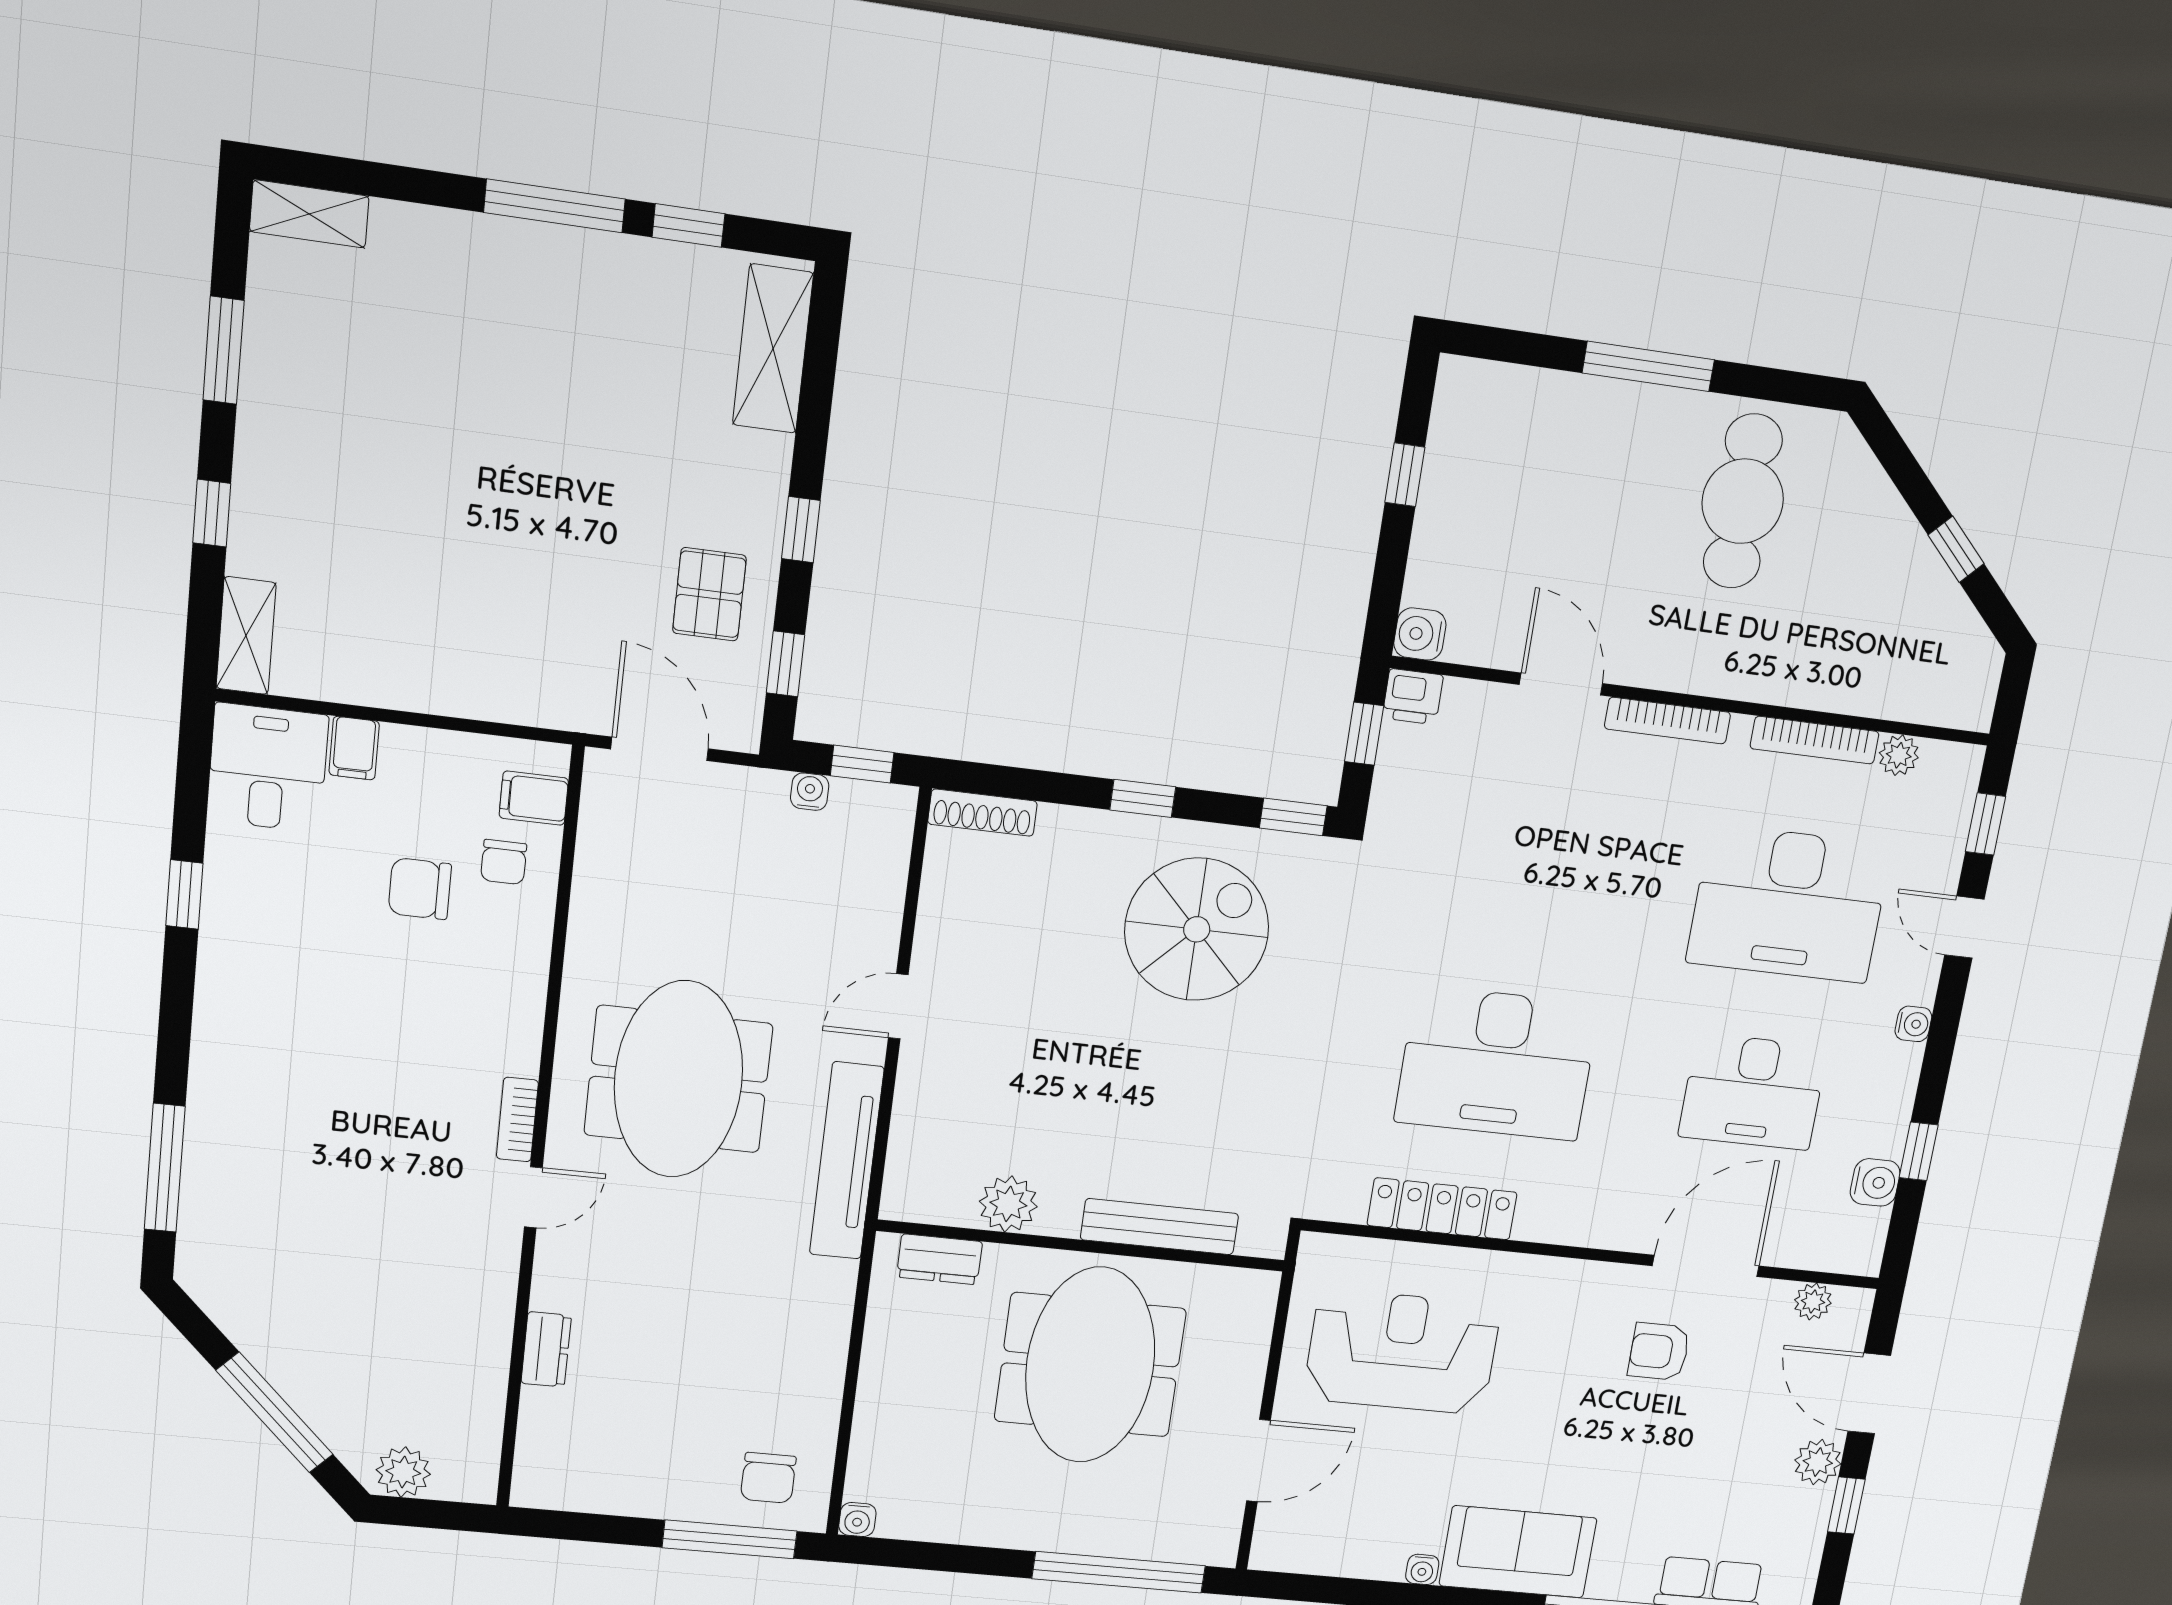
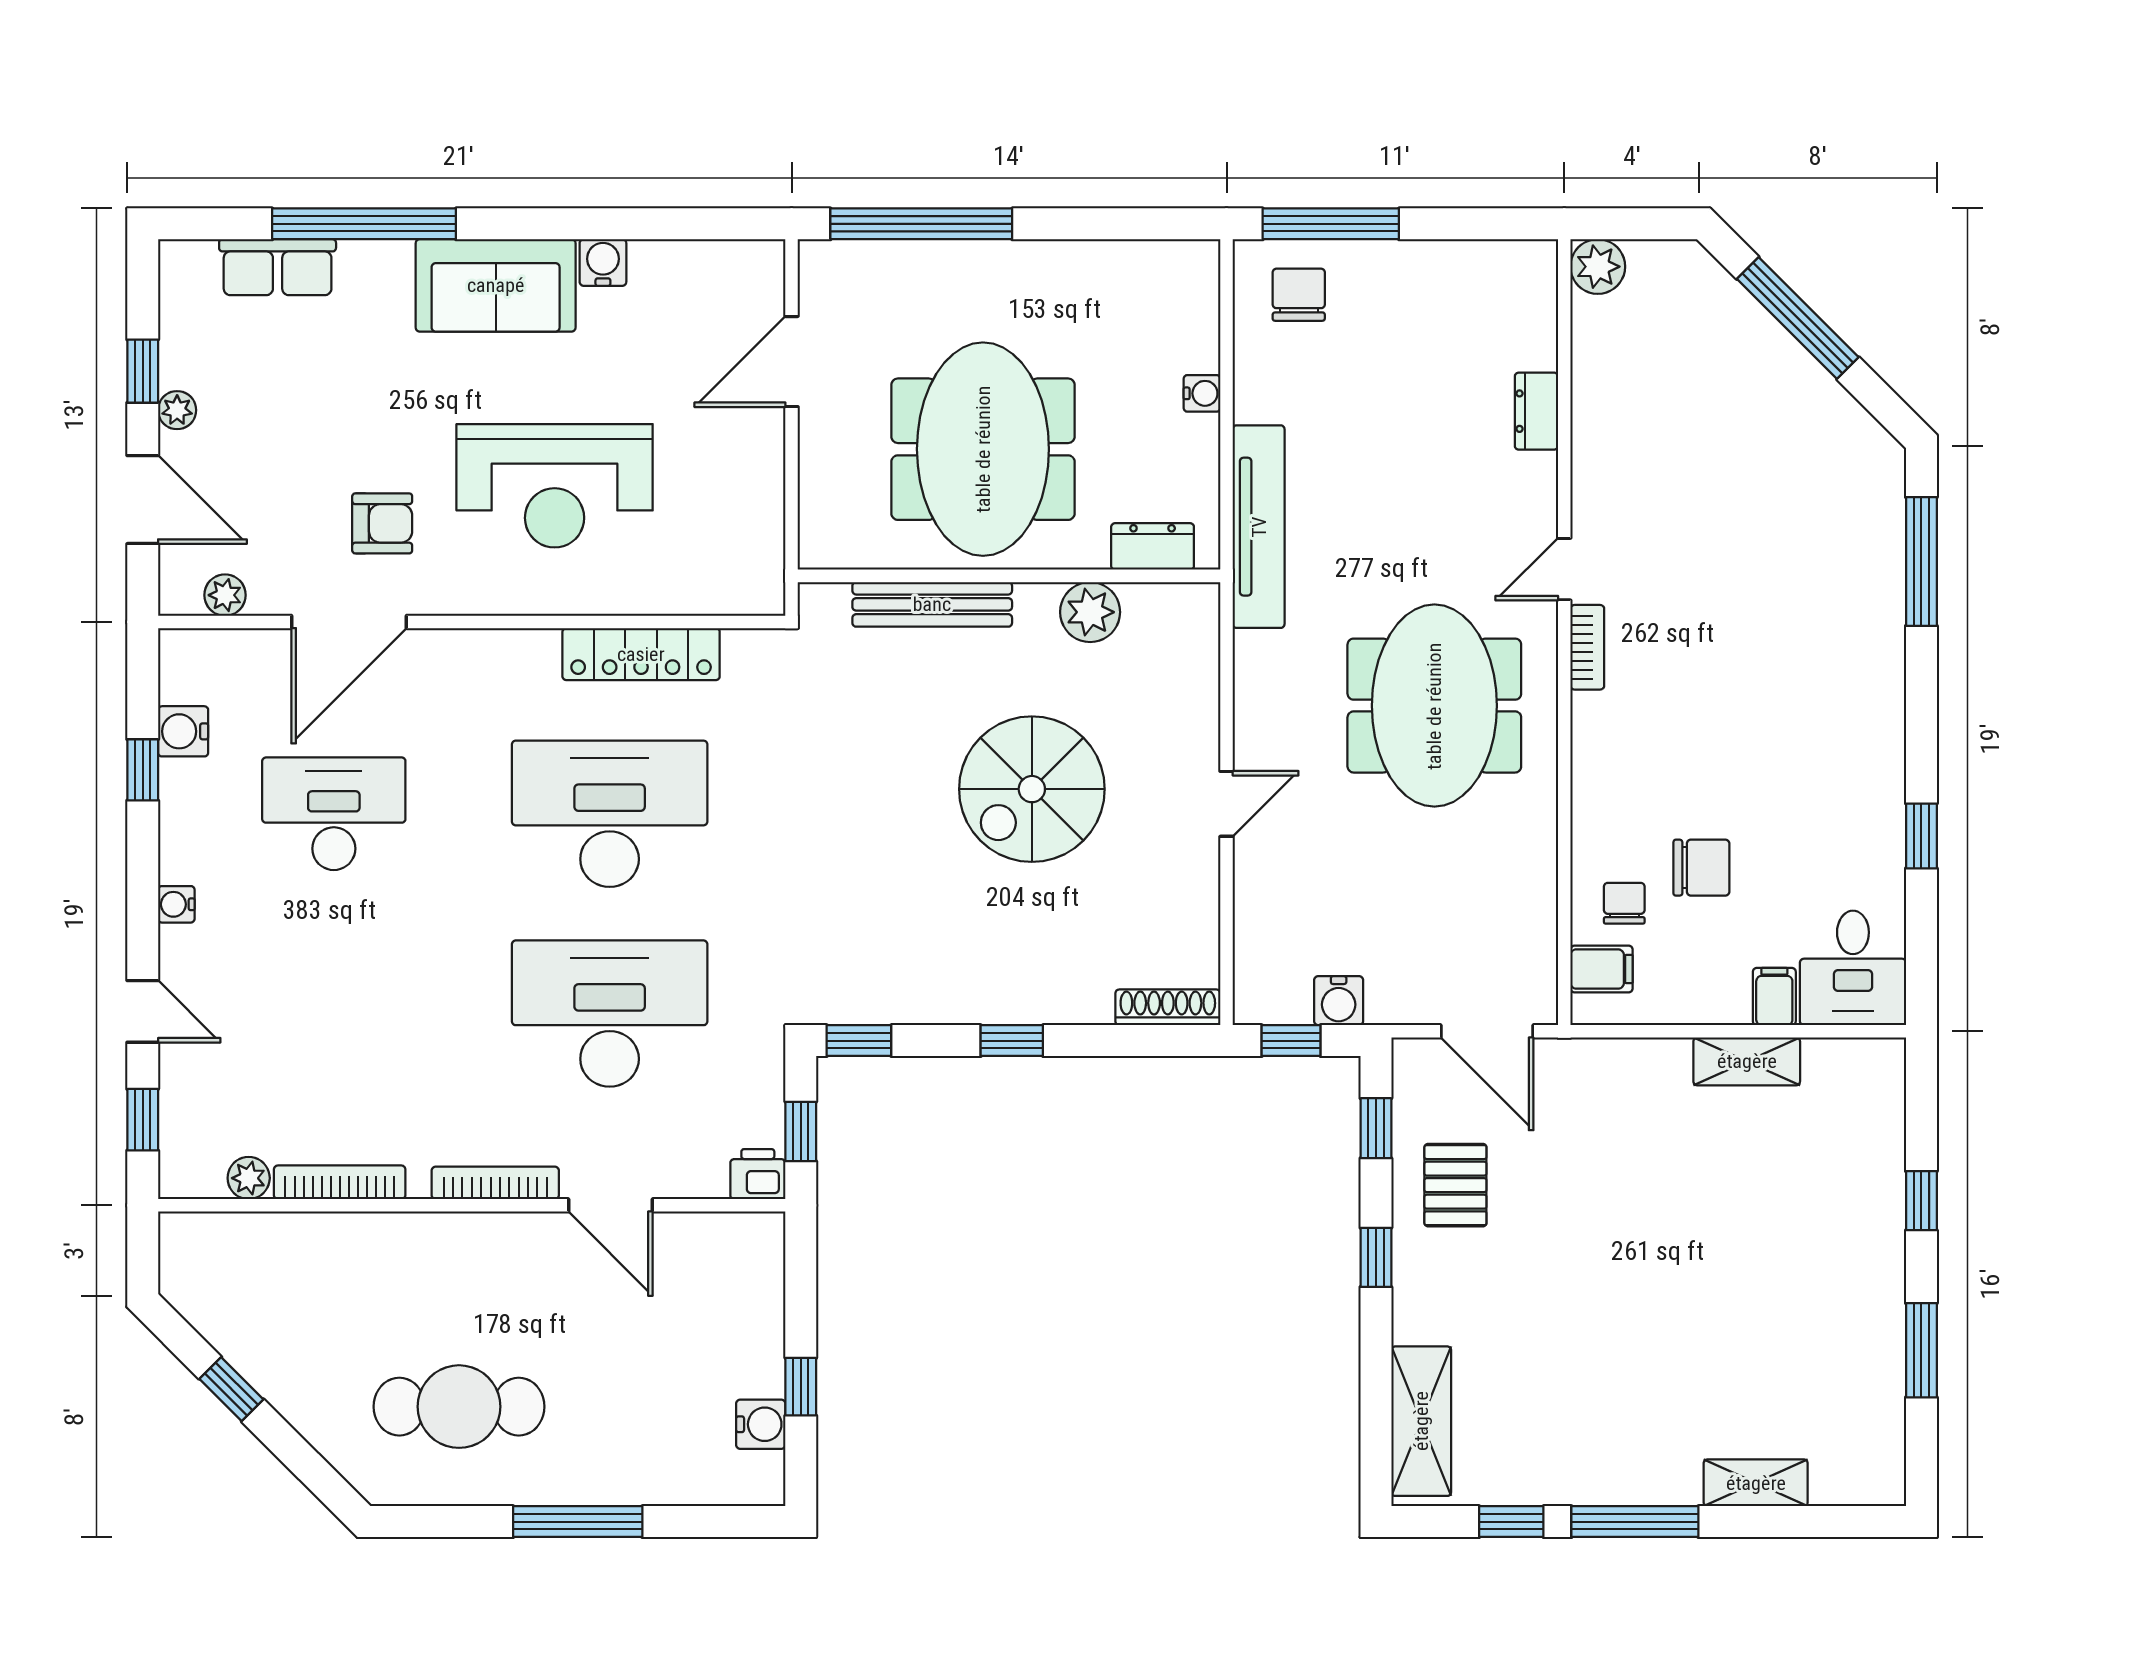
shelving: (309, 214) -> (1756, 1483), moved
cafe table: (1743, 501) -> (459, 1407), turned 90
water cooler: (1420, 634) -> (761, 1424), moved
shelving: (246, 636) -> (1747, 1061), moved, turned 90
water cooler: (810, 792) -> (1339, 1001), width x1.38, depth x1.38
desk: (1789, 904) -> (610, 1014), moved
spiral stairs: (1197, 929) -> (1032, 789), moved
tv unit: (847, 1161) -> (1259, 527), moved
reception desk: (1402, 1352) -> (555, 486), moved
plant: (1818, 1462) -> (177, 410), width x0.73, depth x0.73
plant: (403, 1472) -> (1598, 267), moved
water cooler: (857, 1520) -> (1202, 393), moved, turned 90
water cooler: (1422, 1569) -> (603, 262), width x1.38, depth x1.38

